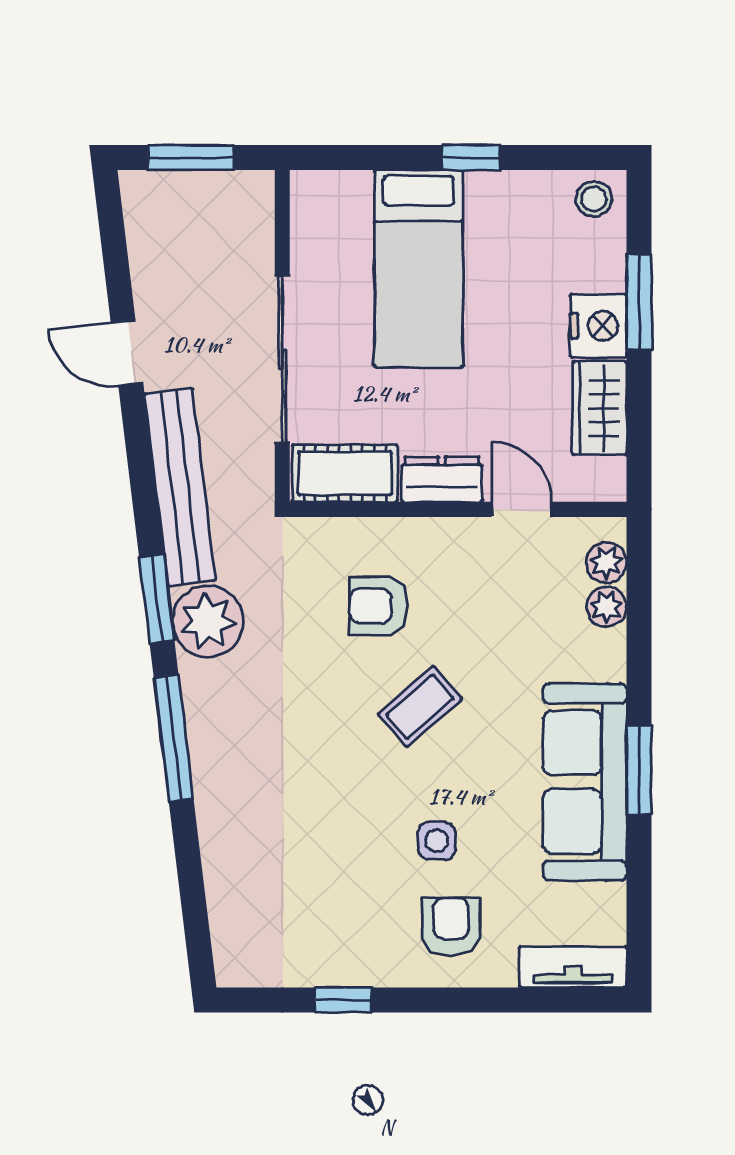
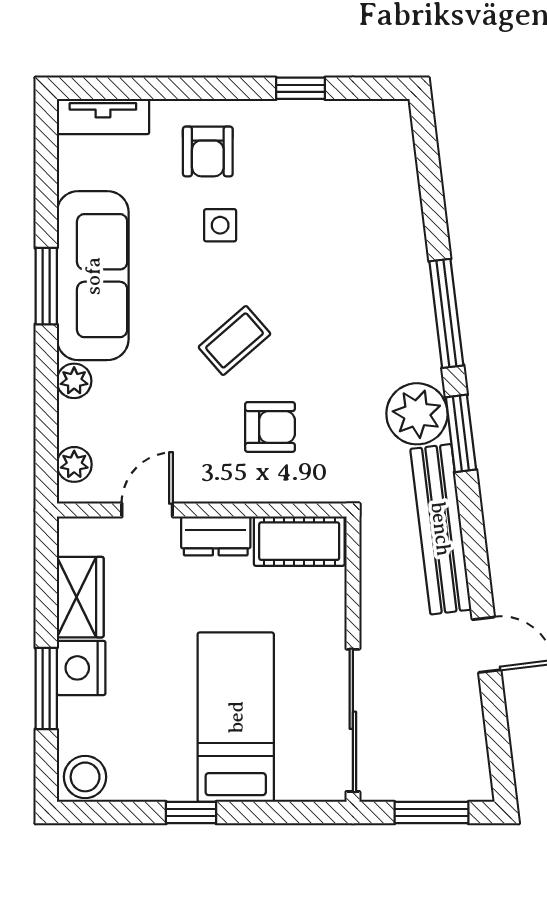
stool: (594, 199) -> (85, 777), width x1.37, depth x1.37
sliding door: (282, 359) -> (353, 720), moved
door: (522, 509) -> (147, 510), swing flipped
plant: (607, 607) -> (74, 381), moved

